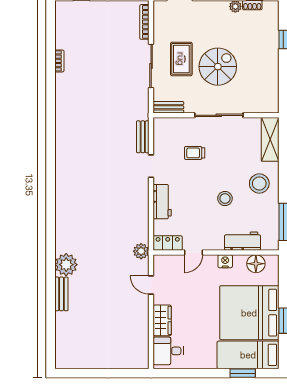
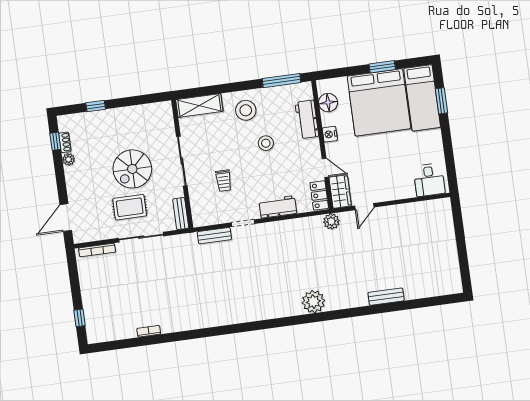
spiral stairs: (218, 67) -> (132, 169), turned -90
plant: (66, 265) -> (313, 302), moved
wardrobe: (162, 320) -> (340, 192), moved, turned 90

